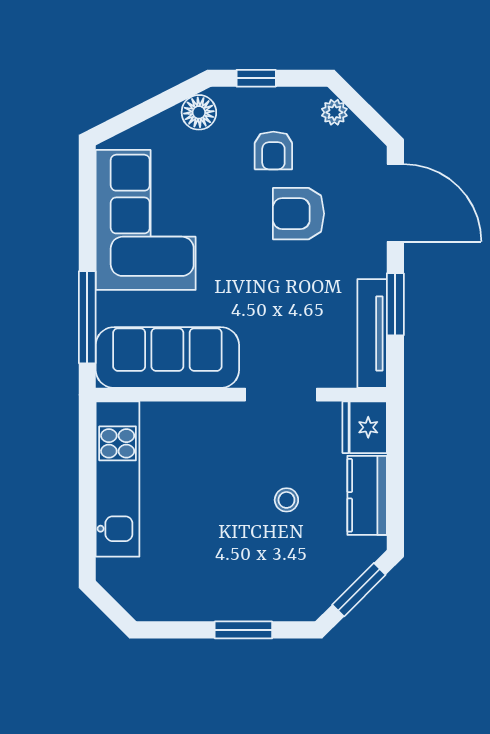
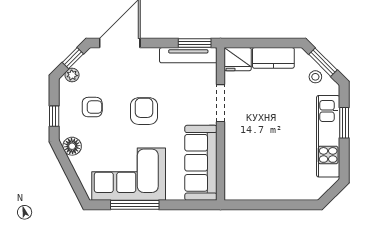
window: (367, 114) -> (73, 58), added
armchair: (298, 214) -> (144, 111), moved, turned 180
window: (395, 304) -> (195, 43), moved
window: (87, 317) -> (135, 205), moved
kitchen unit: (118, 479) -> (328, 136), moved, turned -90
stool: (286, 500) -> (315, 77), moved

